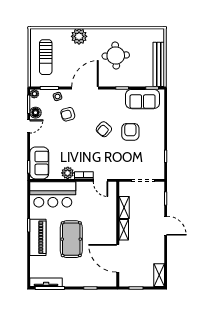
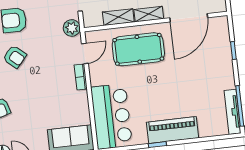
plant: (68, 173) -> (72, 28), moved
pool table: (71, 239) -> (138, 49), moved

